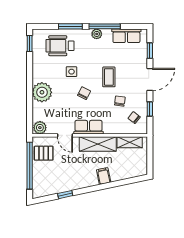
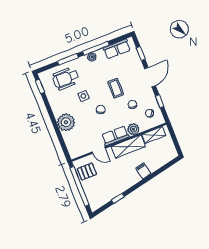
plant: (40, 128) -> (133, 129), moved

